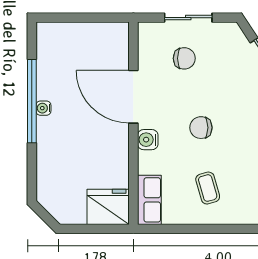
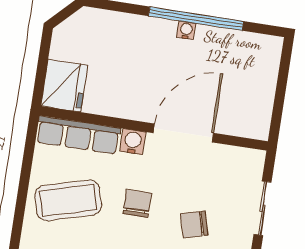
chair: (184, 58) -> (194, 224), moved, turned 74
coffee table: (208, 188) -> (68, 200), width x1.86, depth x1.72
row of seats: (149, 200) -> (78, 135), width x1.48

